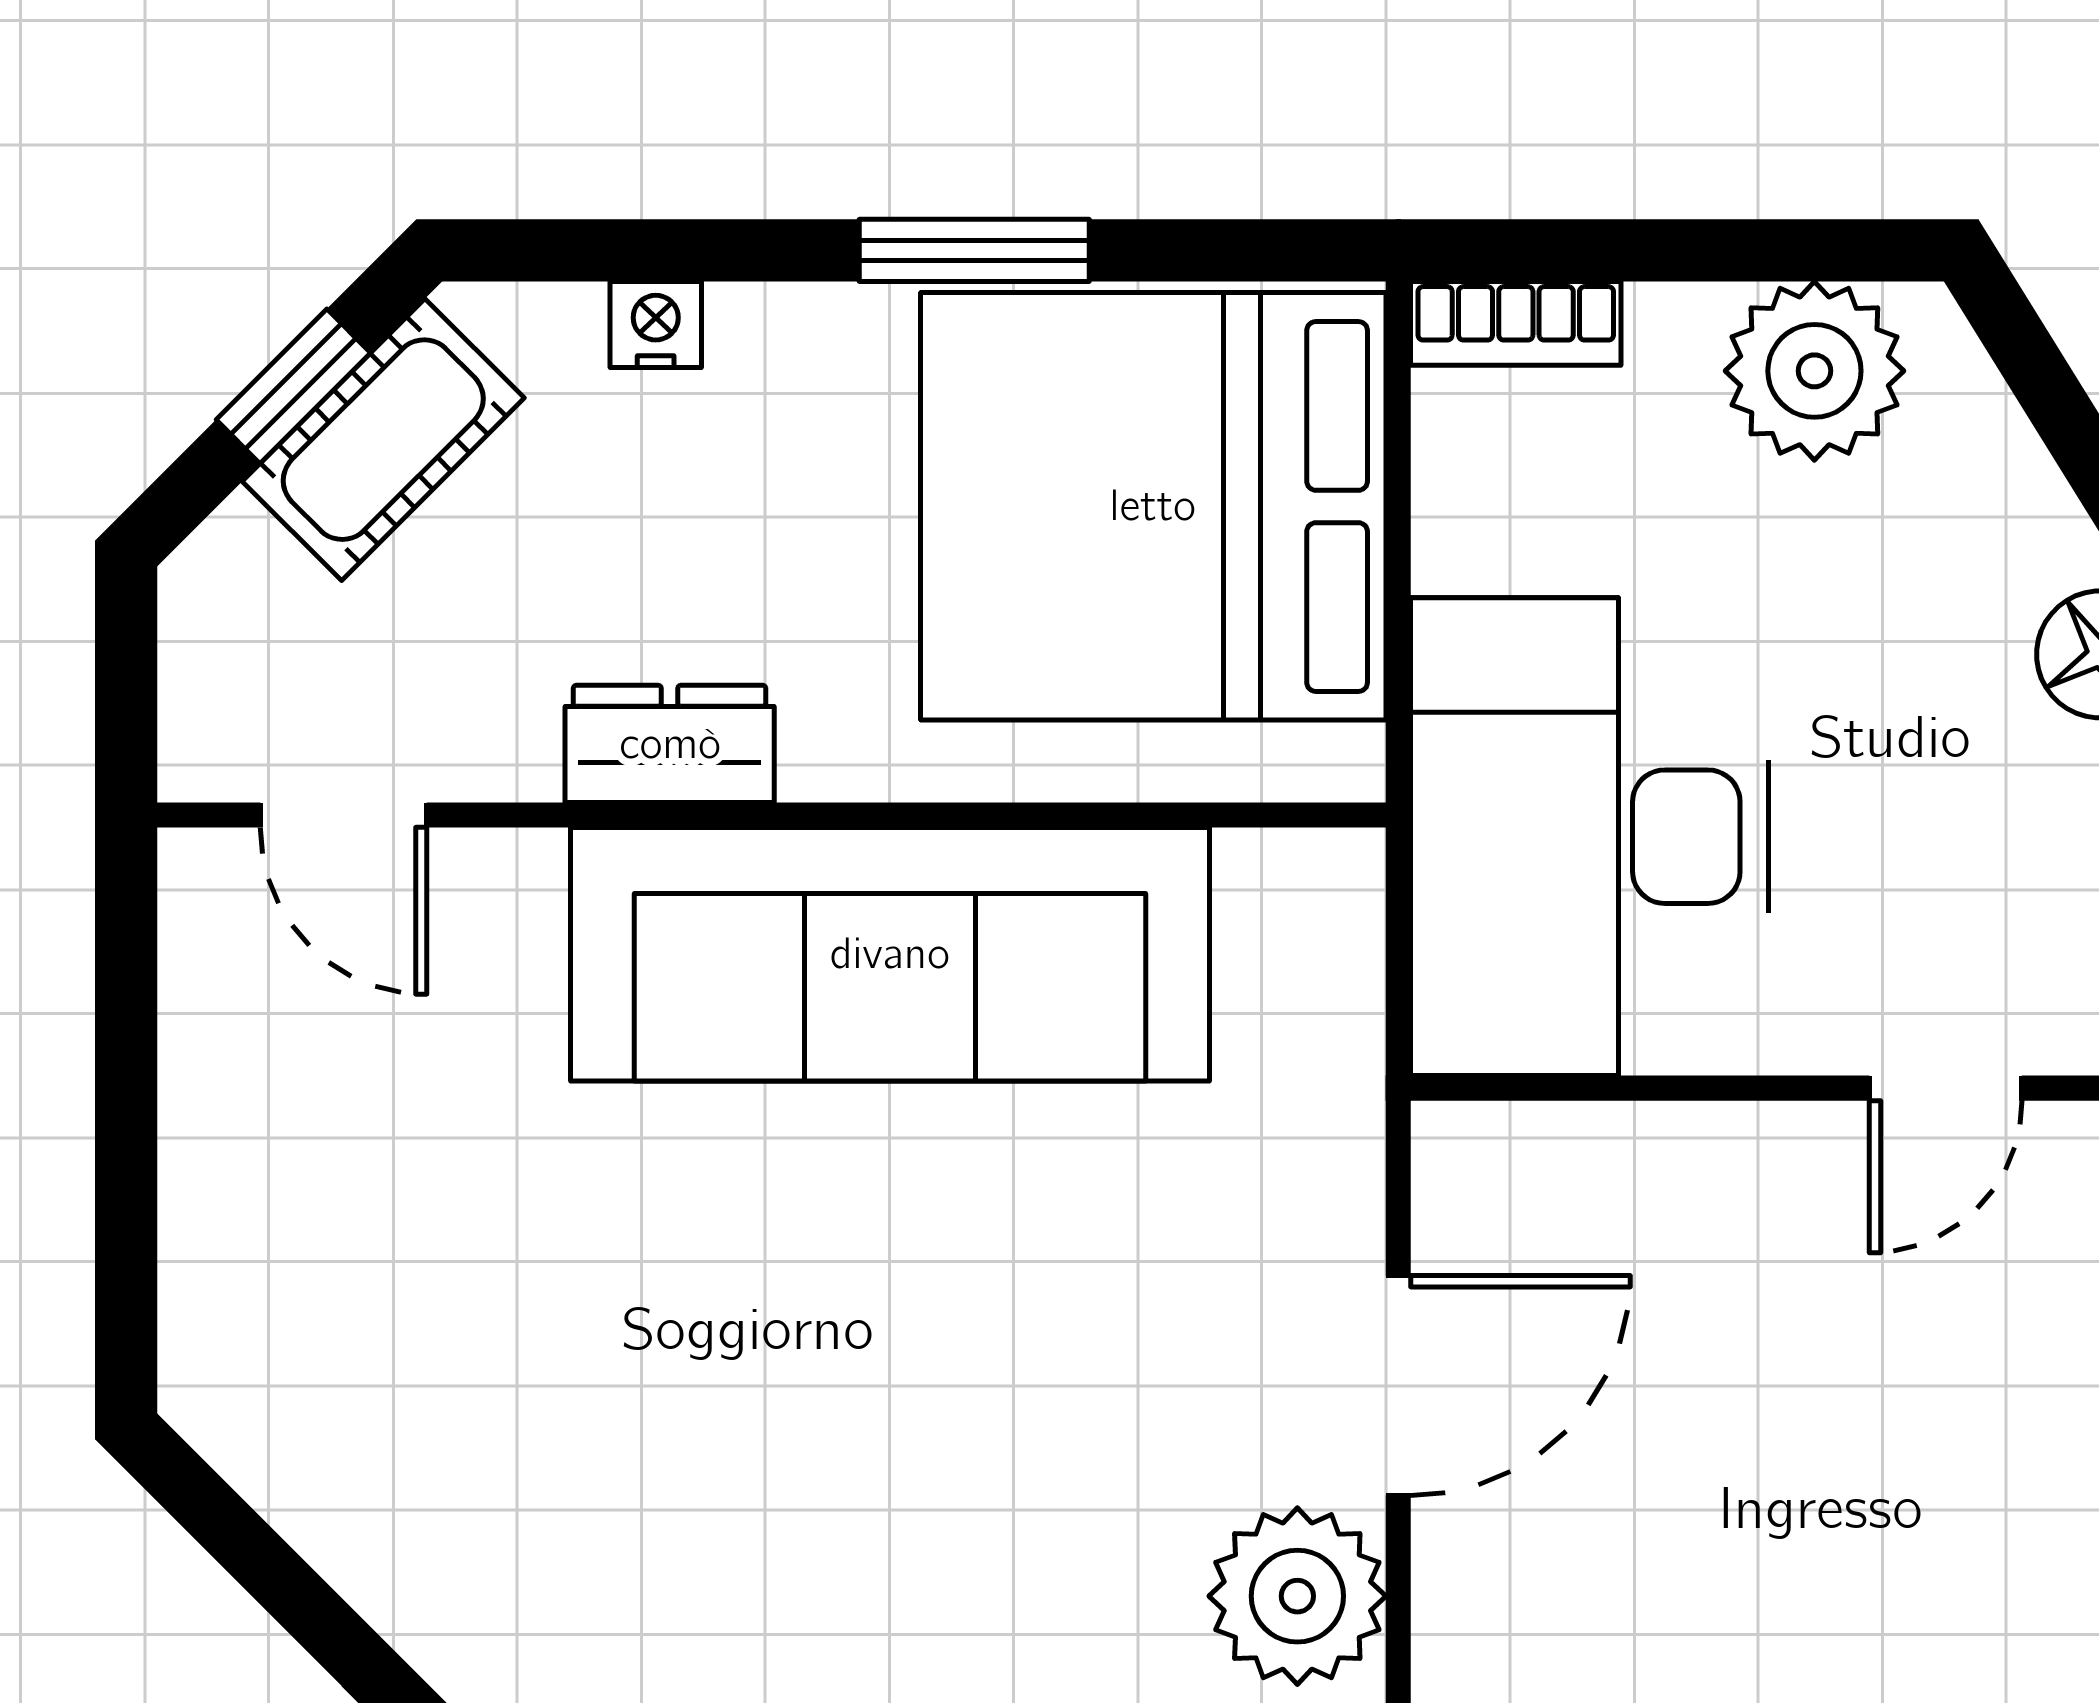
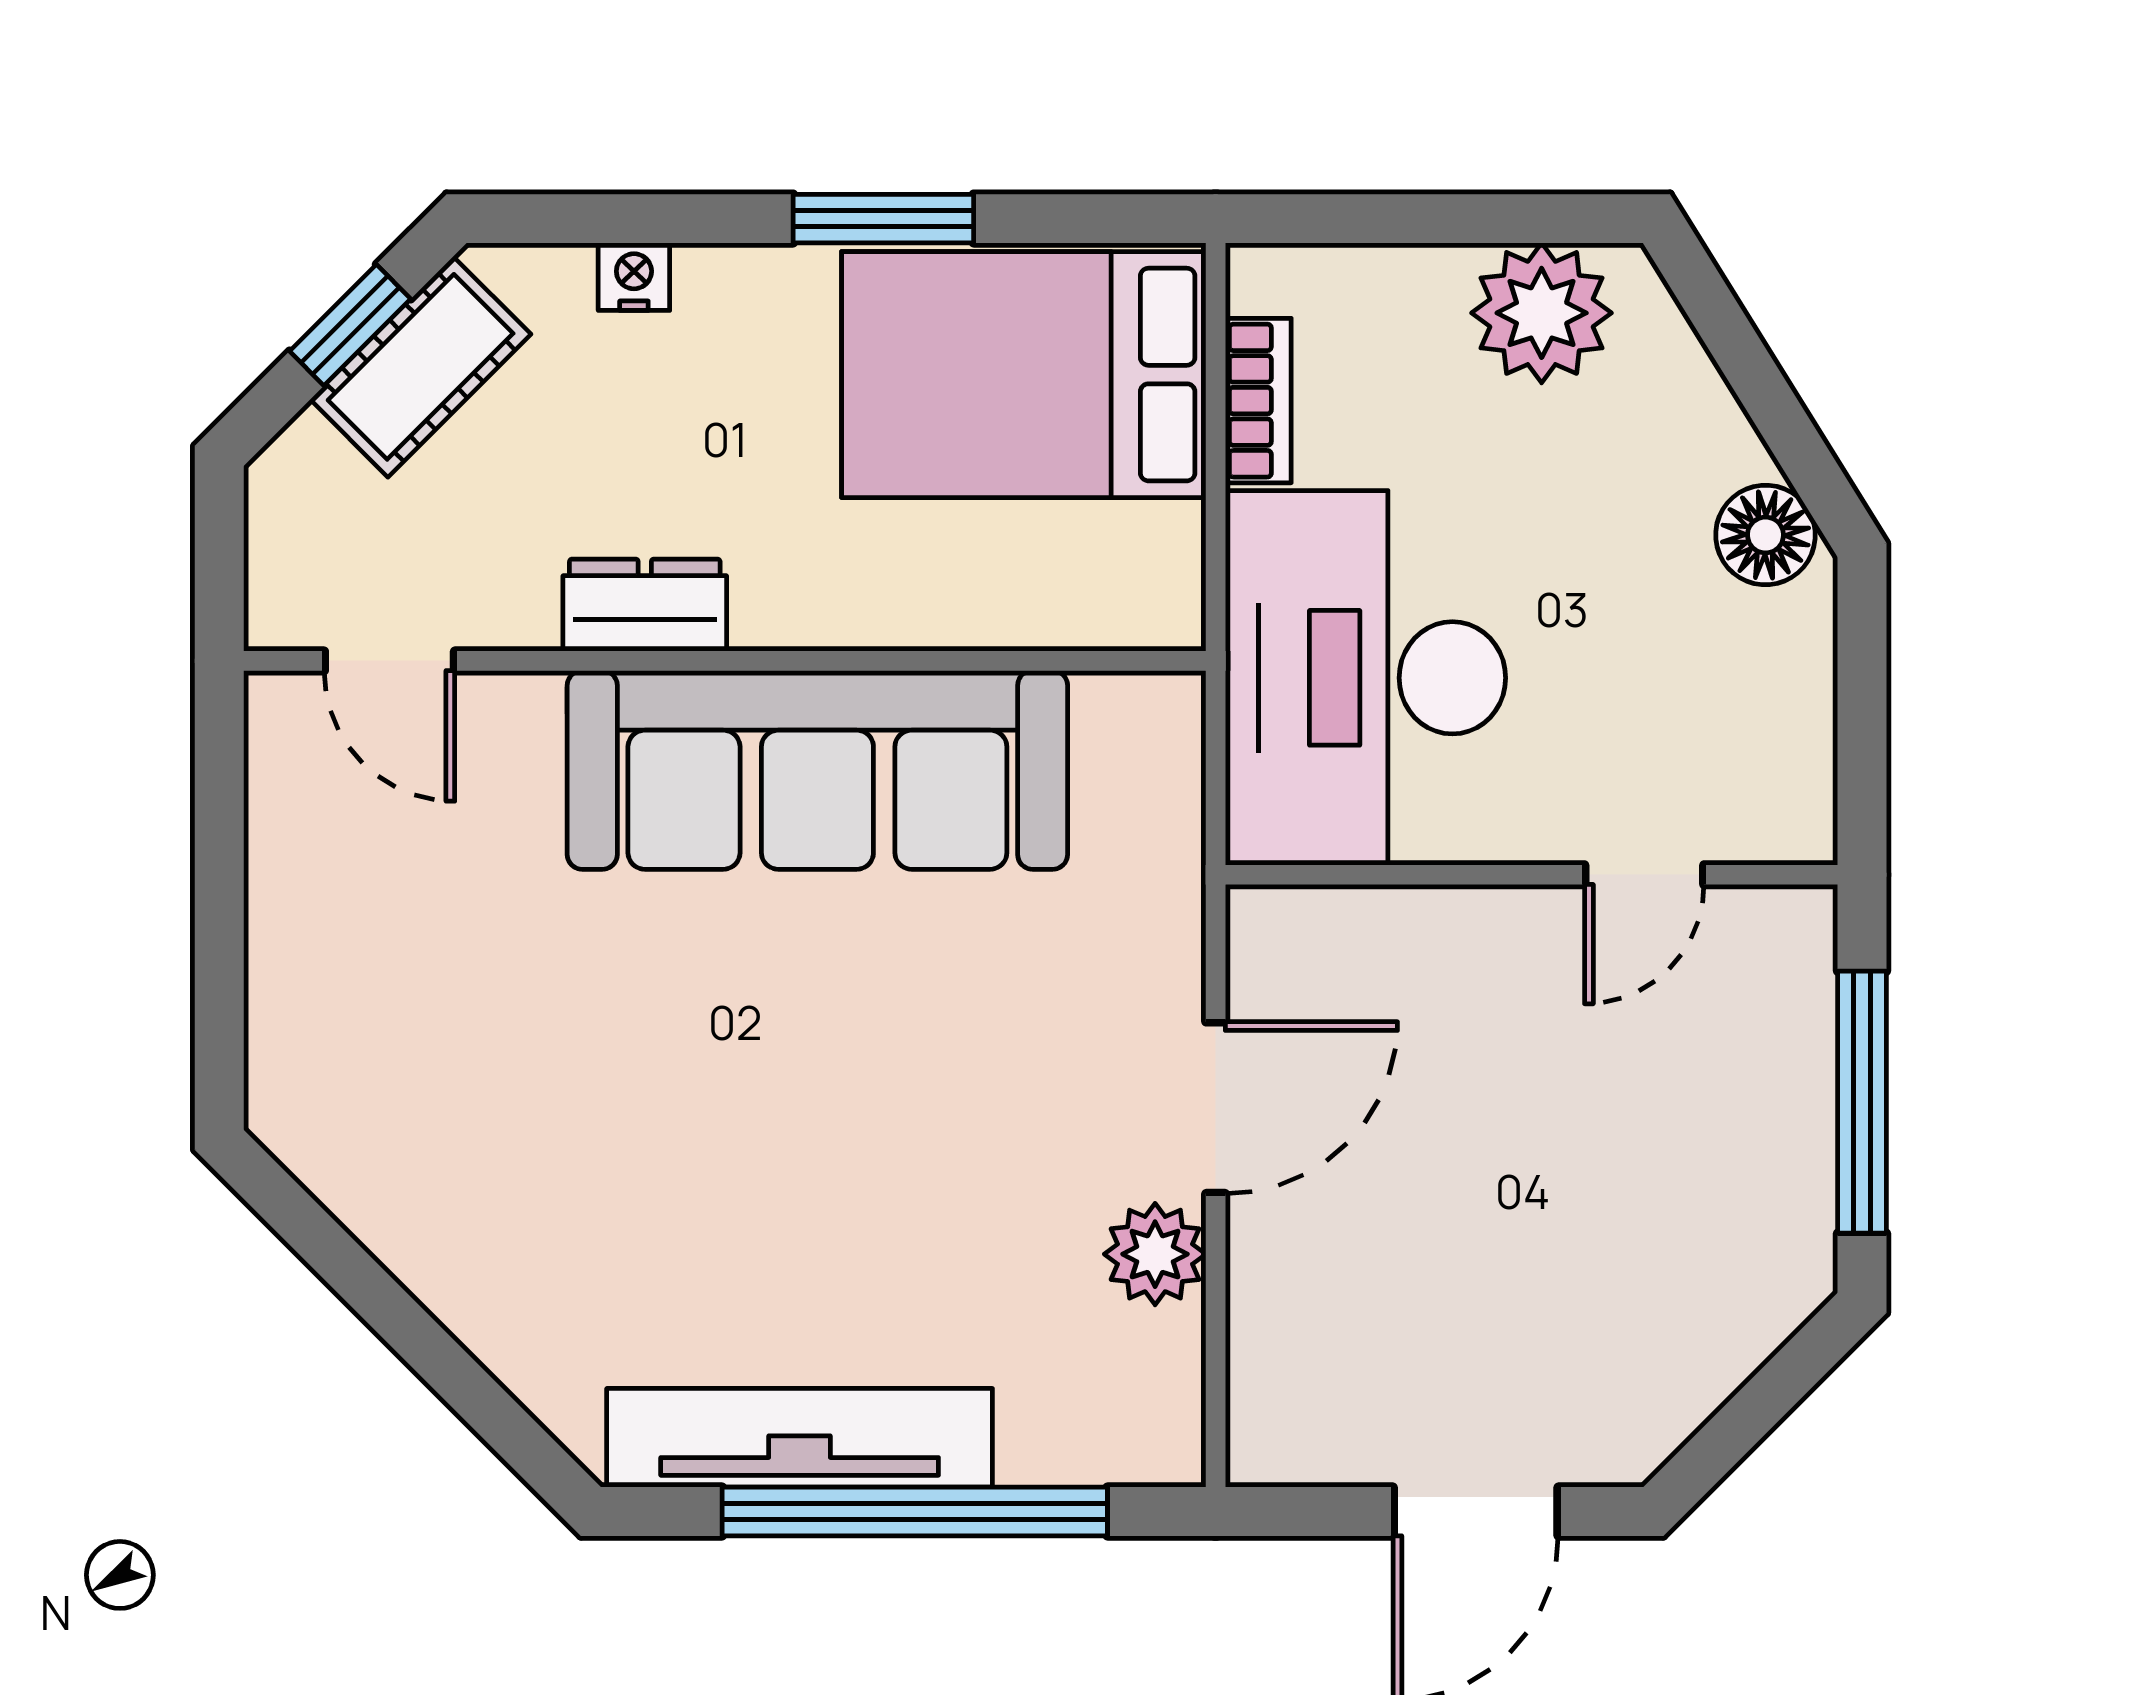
bookcase: (1516, 323) -> (1258, 401), moved, turned -90
bed: (1153, 506) -> (1024, 375), width x0.73
plant: (1297, 1596) -> (1155, 1254), width x0.73, depth x0.73

